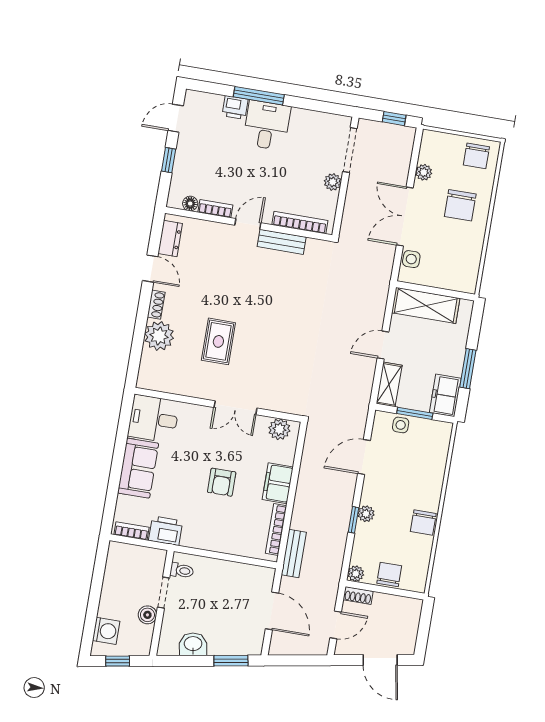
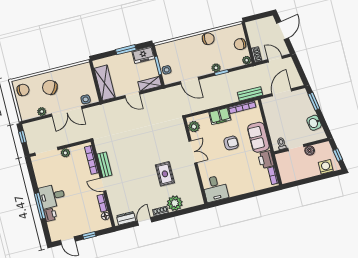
chair: (460, 205) -> (50, 87), turned -148
rug: (218, 341) -> (165, 174), turned 90
sofa: (138, 468) -> (258, 137), moved, turned -90

